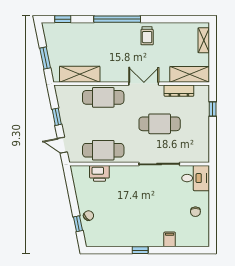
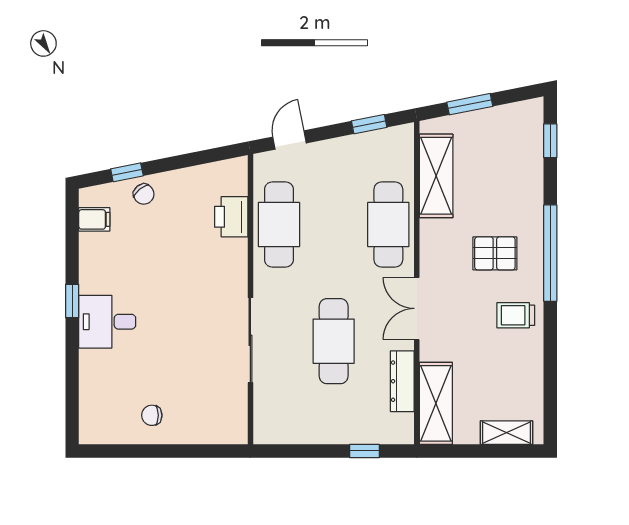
pallet: (117, 46) -> (495, 253), added
double door: (144, 84) -> (417, 308), swing flipped
window: (57, 117) -> (369, 124), moved
desk: (196, 178) -> (107, 322), moved, turned 90
filing cabinet: (170, 239) -> (94, 219), moved

